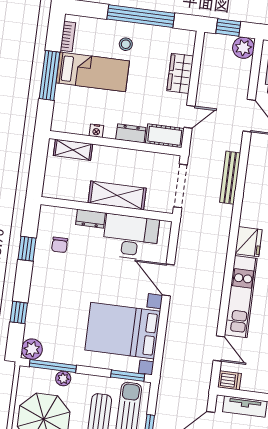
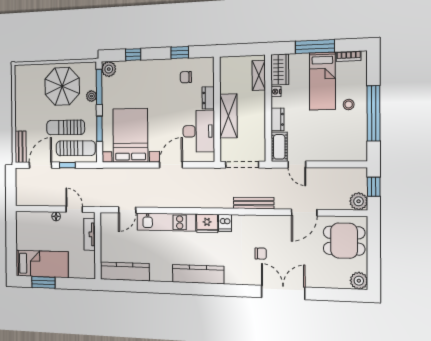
wardrobe: (180, 73) -> (280, 70), moved, turned 90
window: (128, 376) -> (99, 129), moved
dishwasher: (229, 380) -> (225, 223), moved

